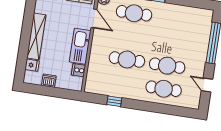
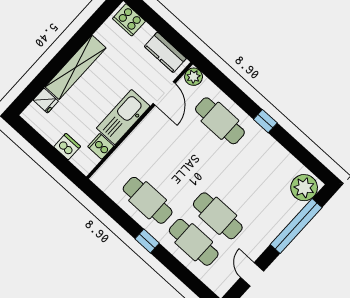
plant: (204, 19) -> (304, 188), added
cafe table: (127, 59) -> (148, 200), moved
dishwasher: (49, 81) -> (67, 147), moved
window: (114, 101) -> (147, 241), moved

